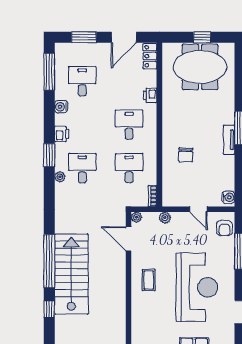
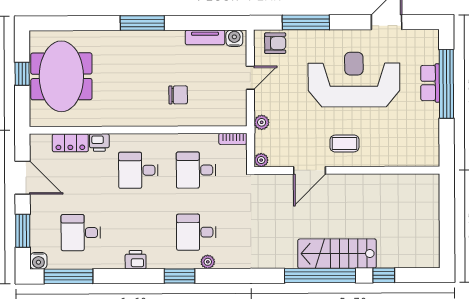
locker: (150, 56) -> (70, 143), moved
water cooler: (61, 107) -> (38, 261), moved
printer: (62, 134) -> (136, 260), moved
tv unit: (229, 140) -> (205, 37), moved
door: (129, 239) -> (309, 170), moved
stairs: (71, 274) -> (337, 254), width x0.73, depth x0.66

